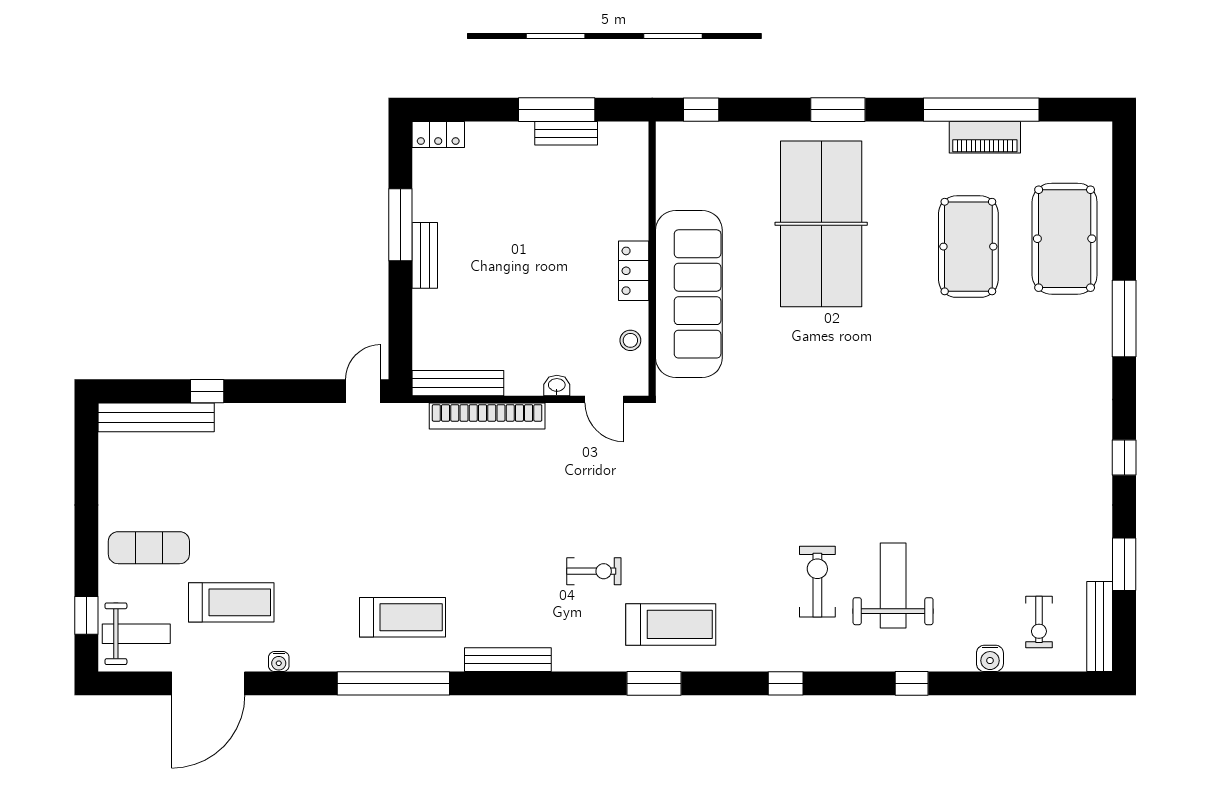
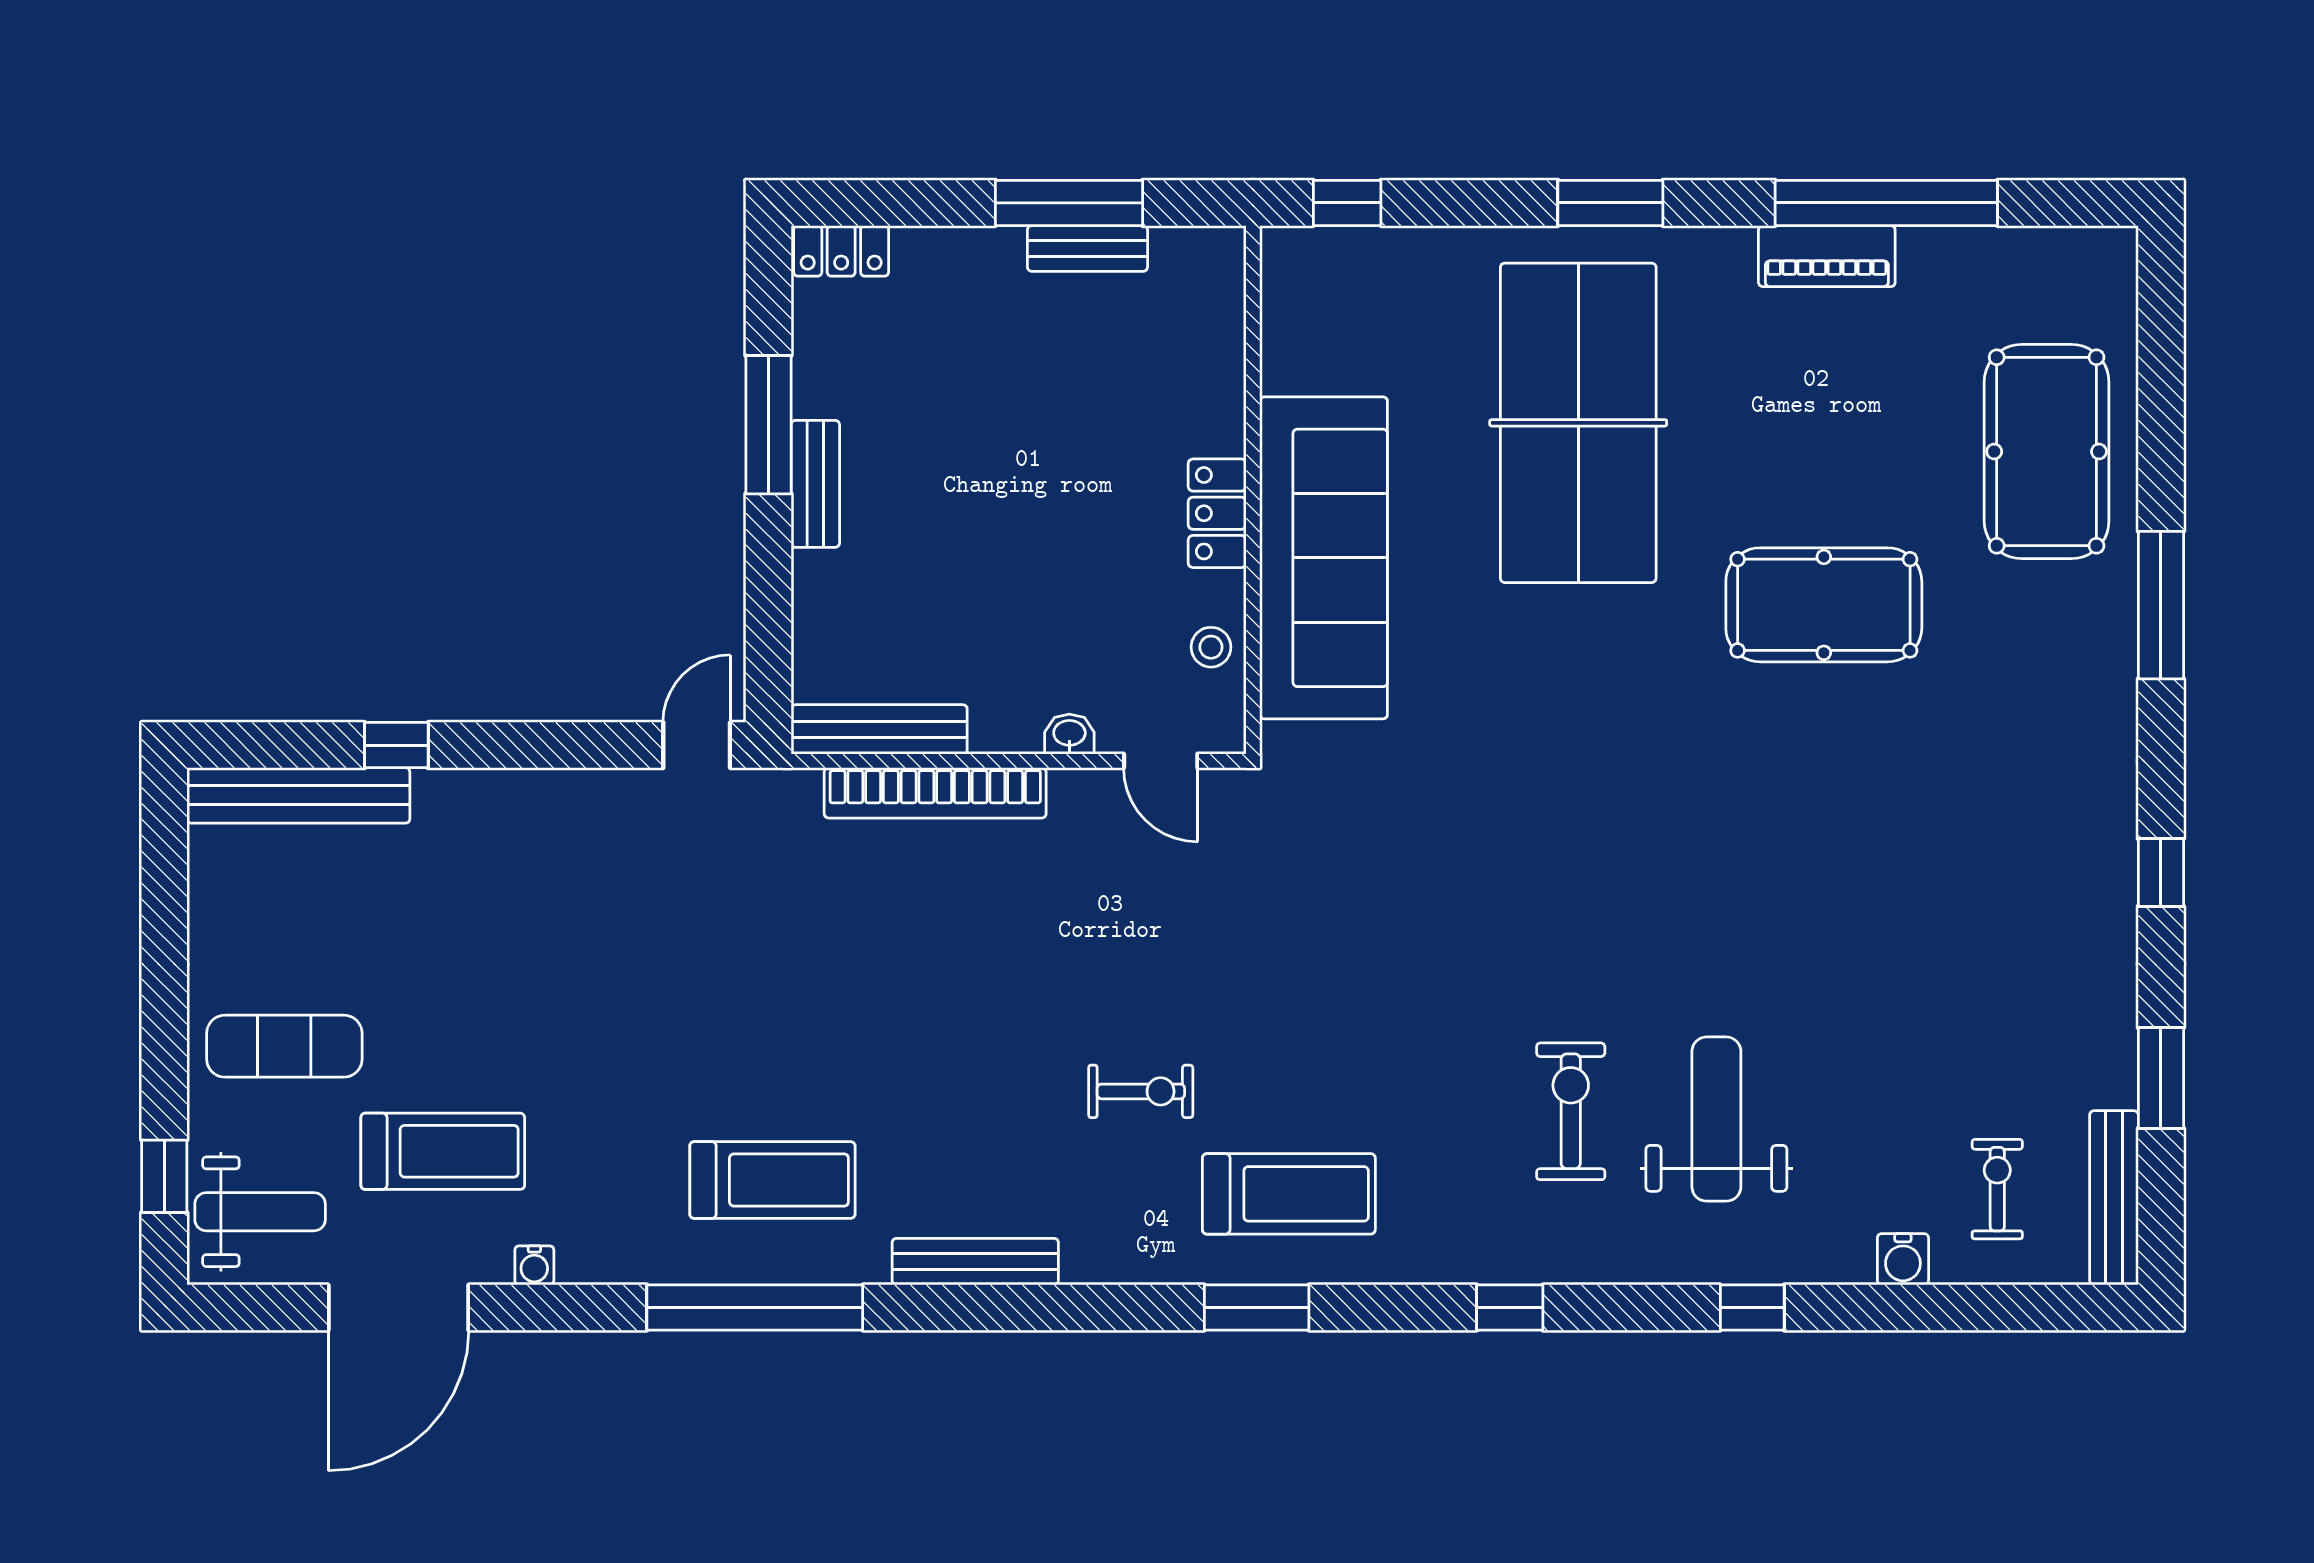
piano: (985, 137) -> (1827, 256), moved
pool table: (968, 247) -> (1824, 605), moved, turned 90
exercise bike: (1039, 622) -> (1997, 1189), turned 180

